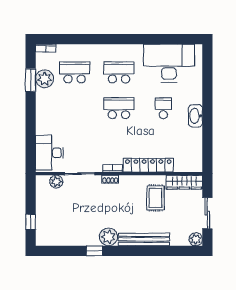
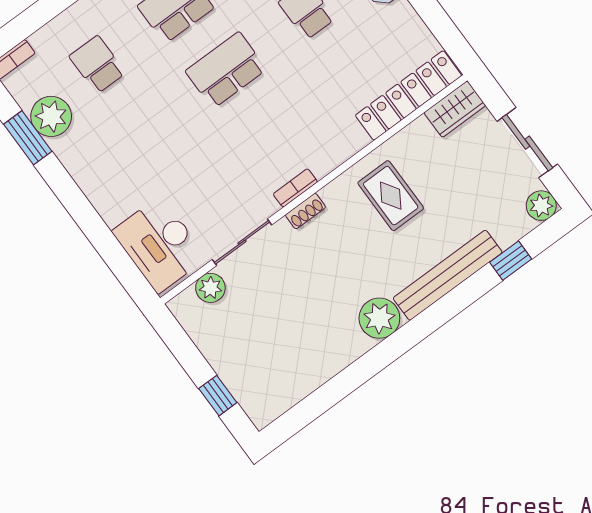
school desk: (75, 72) -> (97, 65), width x0.54
locker: (148, 165) -> (408, 95), moved
wardrobe: (184, 182) -> (455, 109), width x0.67
rug: (155, 198) -> (391, 196), moved
window: (94, 251) -> (511, 261), moved

